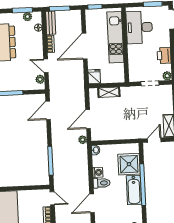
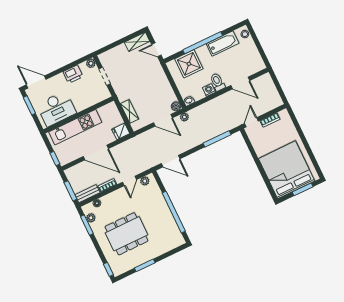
boiler: (96, 136) -> (176, 106), added
bathtub: (134, 190) -> (223, 43), moved

